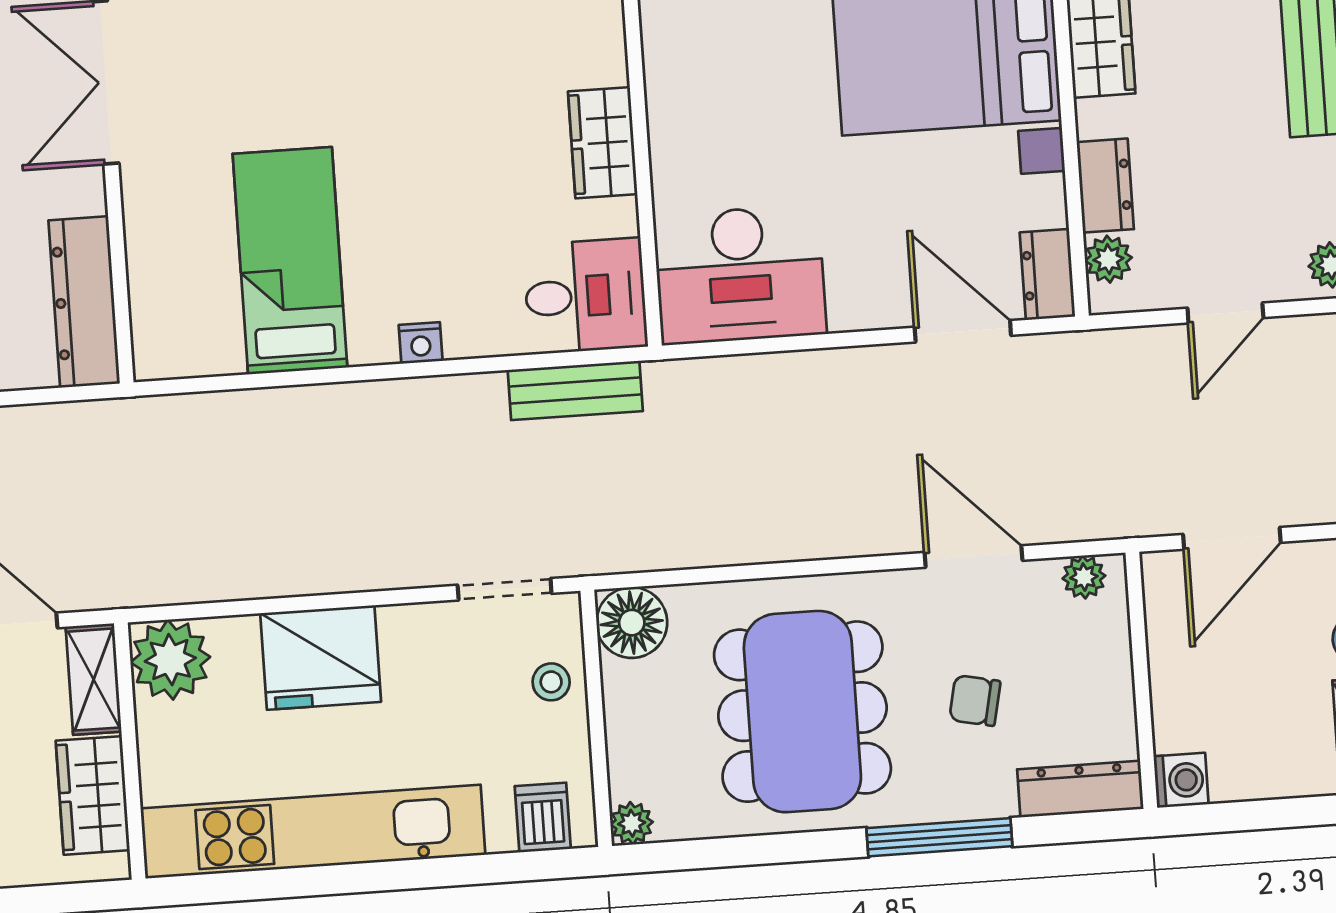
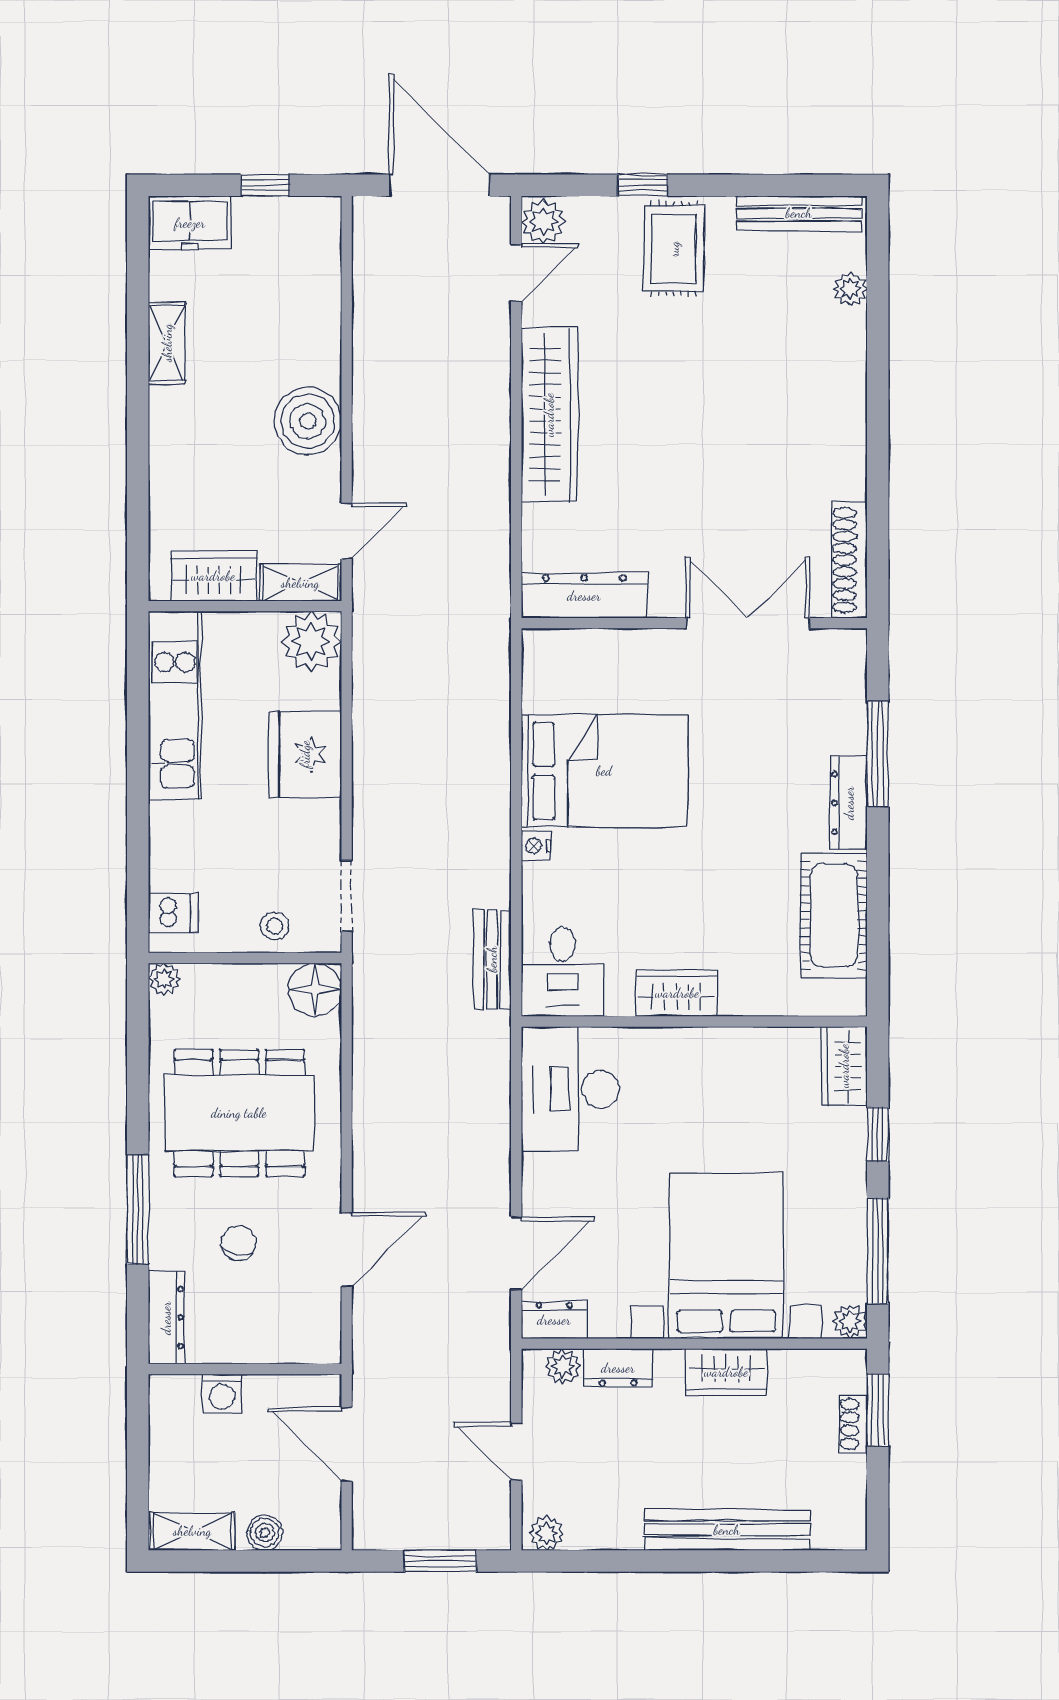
bed: (290, 261) -> (604, 771), width x1.50
plant: (1084, 577) -> (325, 1331), removed
washing machine: (1181, 780) -> (222, 1394), moved
kitchen unit: (313, 832) -> (175, 705), width x0.73

